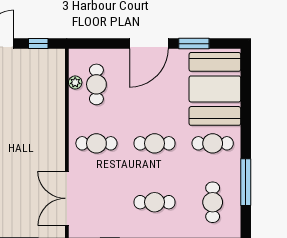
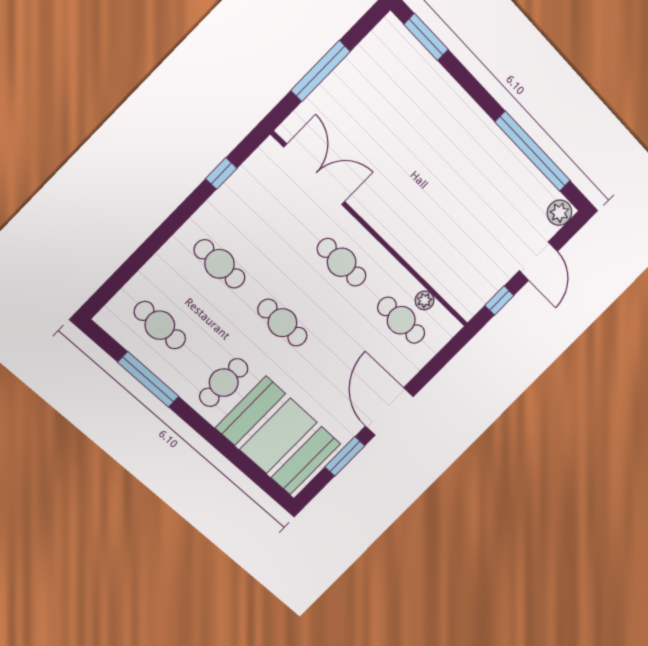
cafe table: (96, 143) -> (342, 262), turned 90
cafe table: (155, 143) -> (282, 323), turned 90
cafe table: (155, 202) -> (220, 264), turned 90

